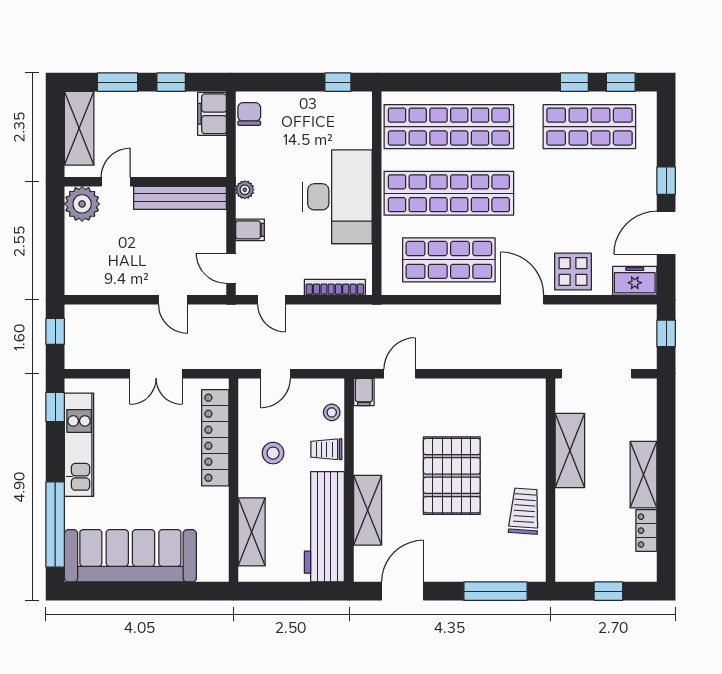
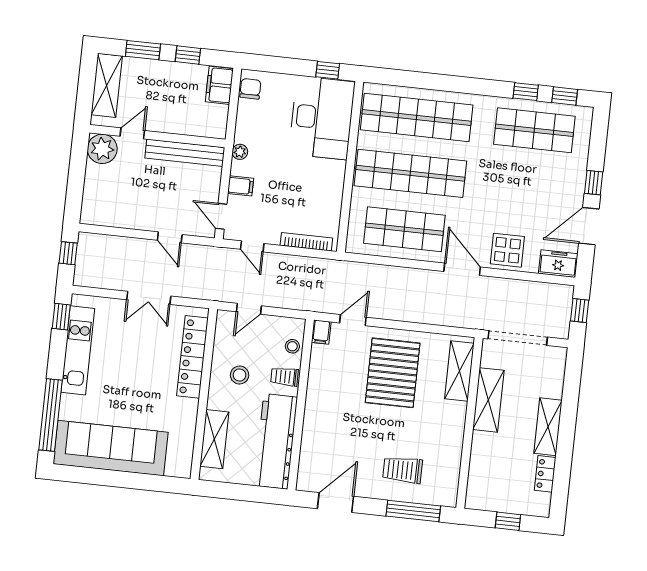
desk: (337, 197) -> (322, 118), moved
pallet: (452, 476) -> (393, 373), moved
shelving: (368, 510) -> (459, 371), moved
trolley: (524, 511) -> (403, 470), moved, turned -94

